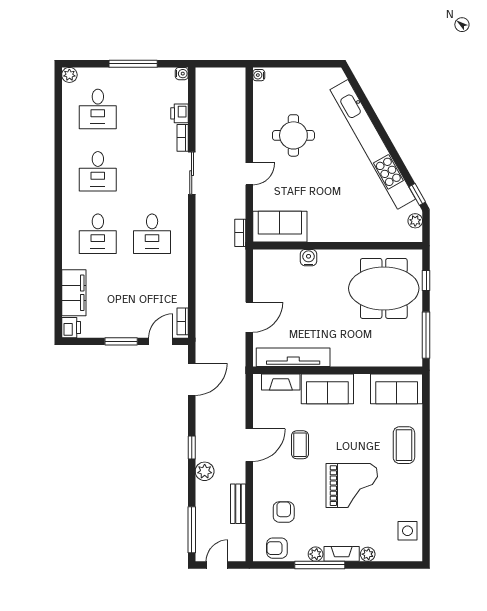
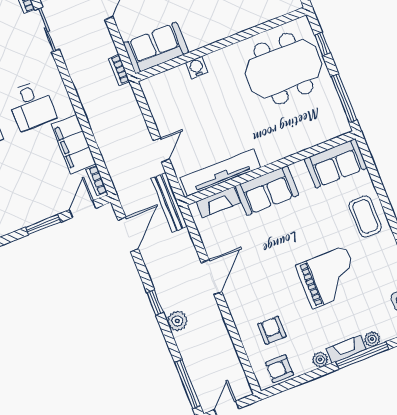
filing cabinet: (175, 282) -> (73, 144), added
door: (249, 317) -> (161, 150), width x0.73
coffee table: (300, 445) -> (262, 257), removed
bench: (238, 504) -> (169, 202), moved, width x1.36
window: (320, 565) -> (362, 355), moved

